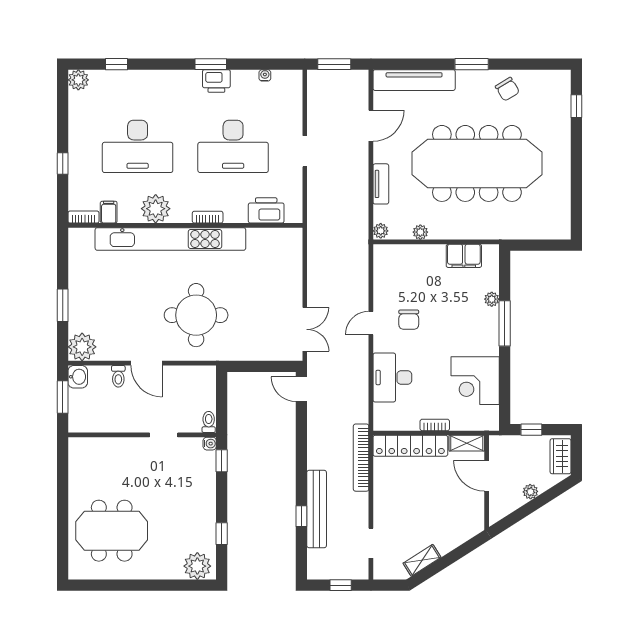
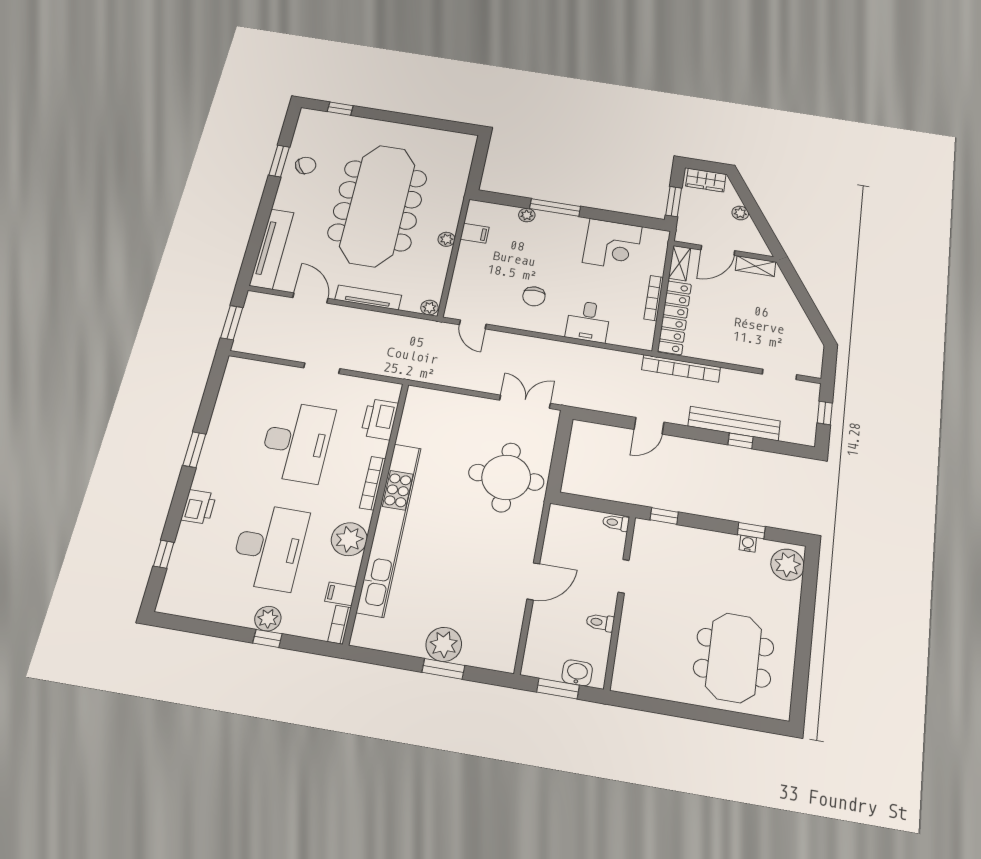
window: (472, 64) -> (279, 161), moved
water cooler: (265, 75) -> (224, 395), removed
plant: (78, 80) -> (268, 619), moved
printer: (216, 81) -> (199, 507), moved
tv unit: (381, 184) -> (368, 297), width x1.41
bookcase: (208, 217) -> (373, 483), width x1.56
plant: (420, 232) -> (447, 239), moved
filing cabinet: (464, 256) -> (475, 233), width x0.50
round table: (196, 315) -> (506, 477), moved
chair: (409, 320) -> (534, 296), turned 90
door: (371, 323) -> (473, 324), moved
plant: (82, 347) -> (444, 644), moved
toilet: (118, 376) -> (600, 622), moved, turned 180
washbasin: (78, 377) -> (577, 673), moved
desk: (392, 378) -> (588, 321), width x0.73
door: (301, 389) -> (649, 426), moved
bookcase: (435, 425) -> (654, 298), width x1.56
window: (531, 430) -> (674, 202), width x1.50
water cooler: (210, 444) -> (748, 544), moved
shelving: (422, 560) -> (756, 266), moved, turned -58

